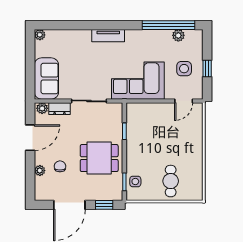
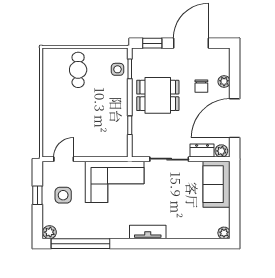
plant: (178, 35) -> (50, 232), moved
door: (30, 138) -> (235, 118), width x1.36

